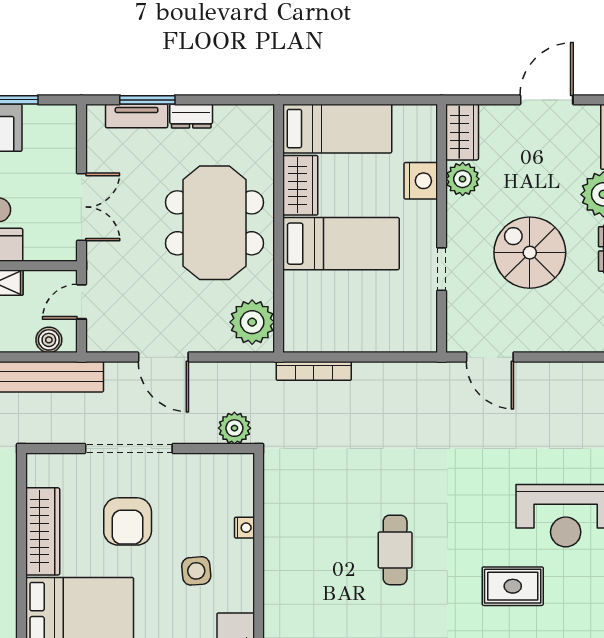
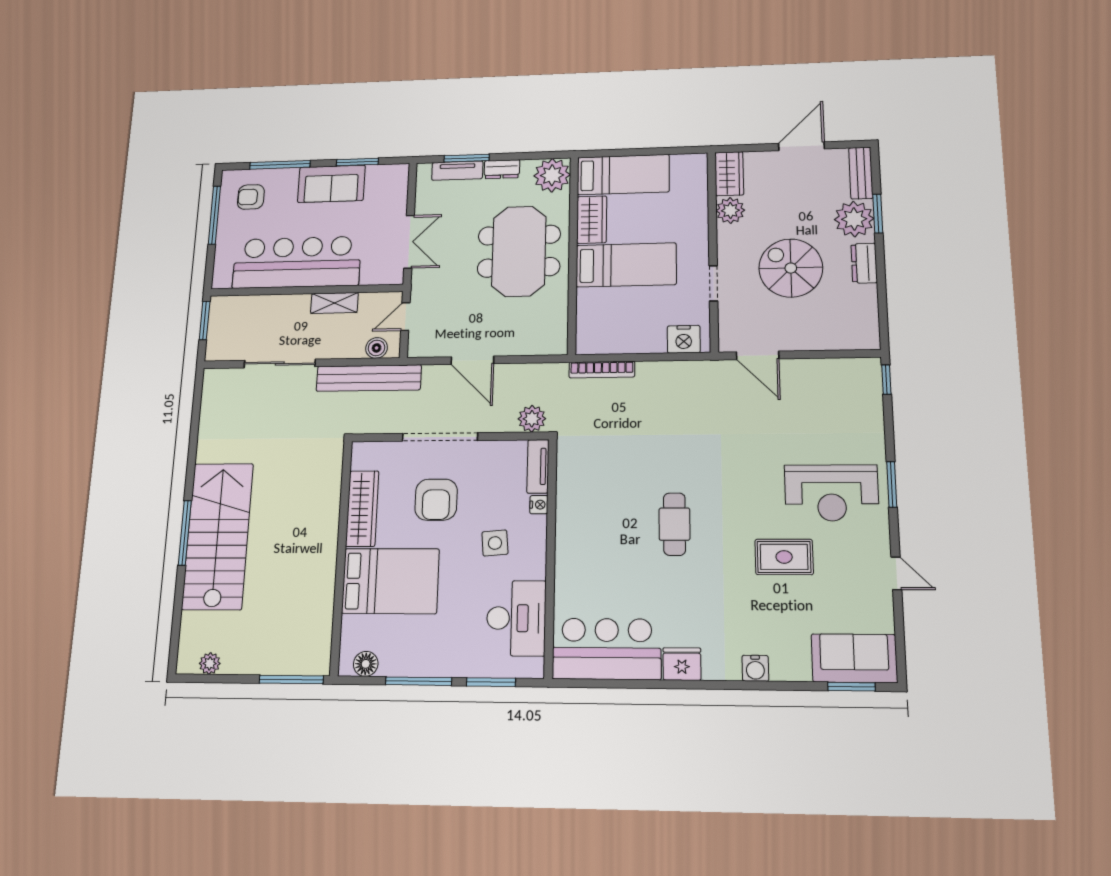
nightstand: (421, 181) -> (684, 339), moved, turned 90
plant: (252, 322) -> (552, 175), moved
tv unit: (243, 484) -> (538, 466), added

